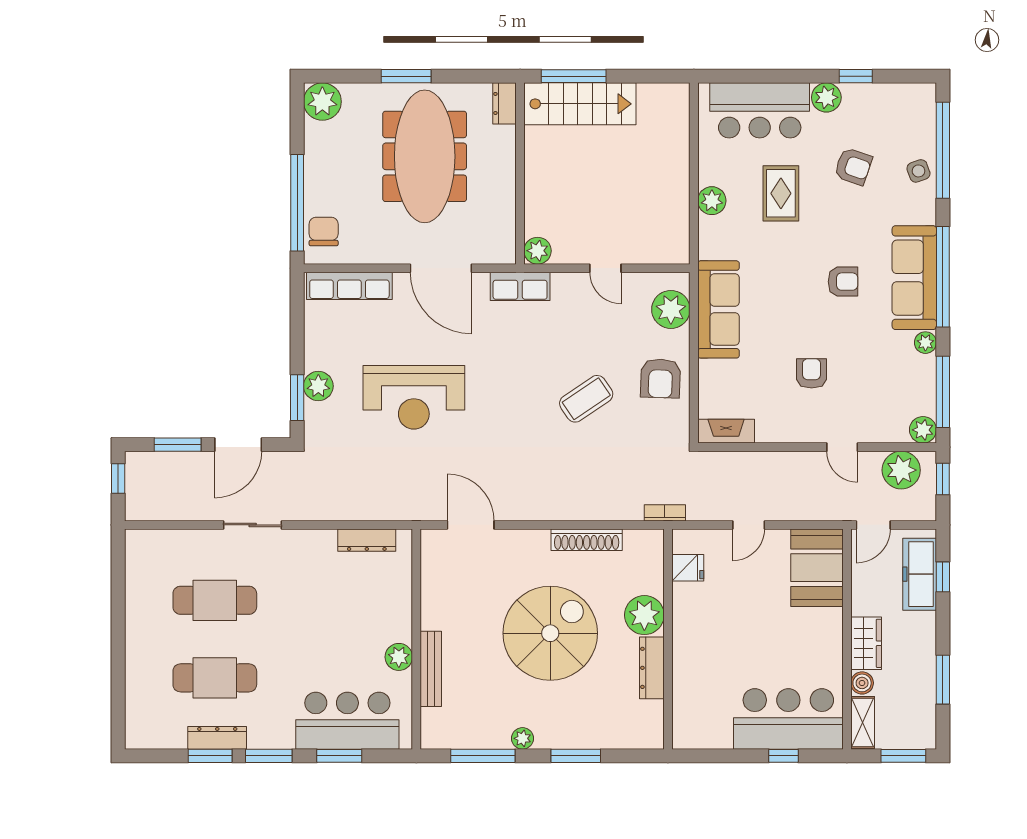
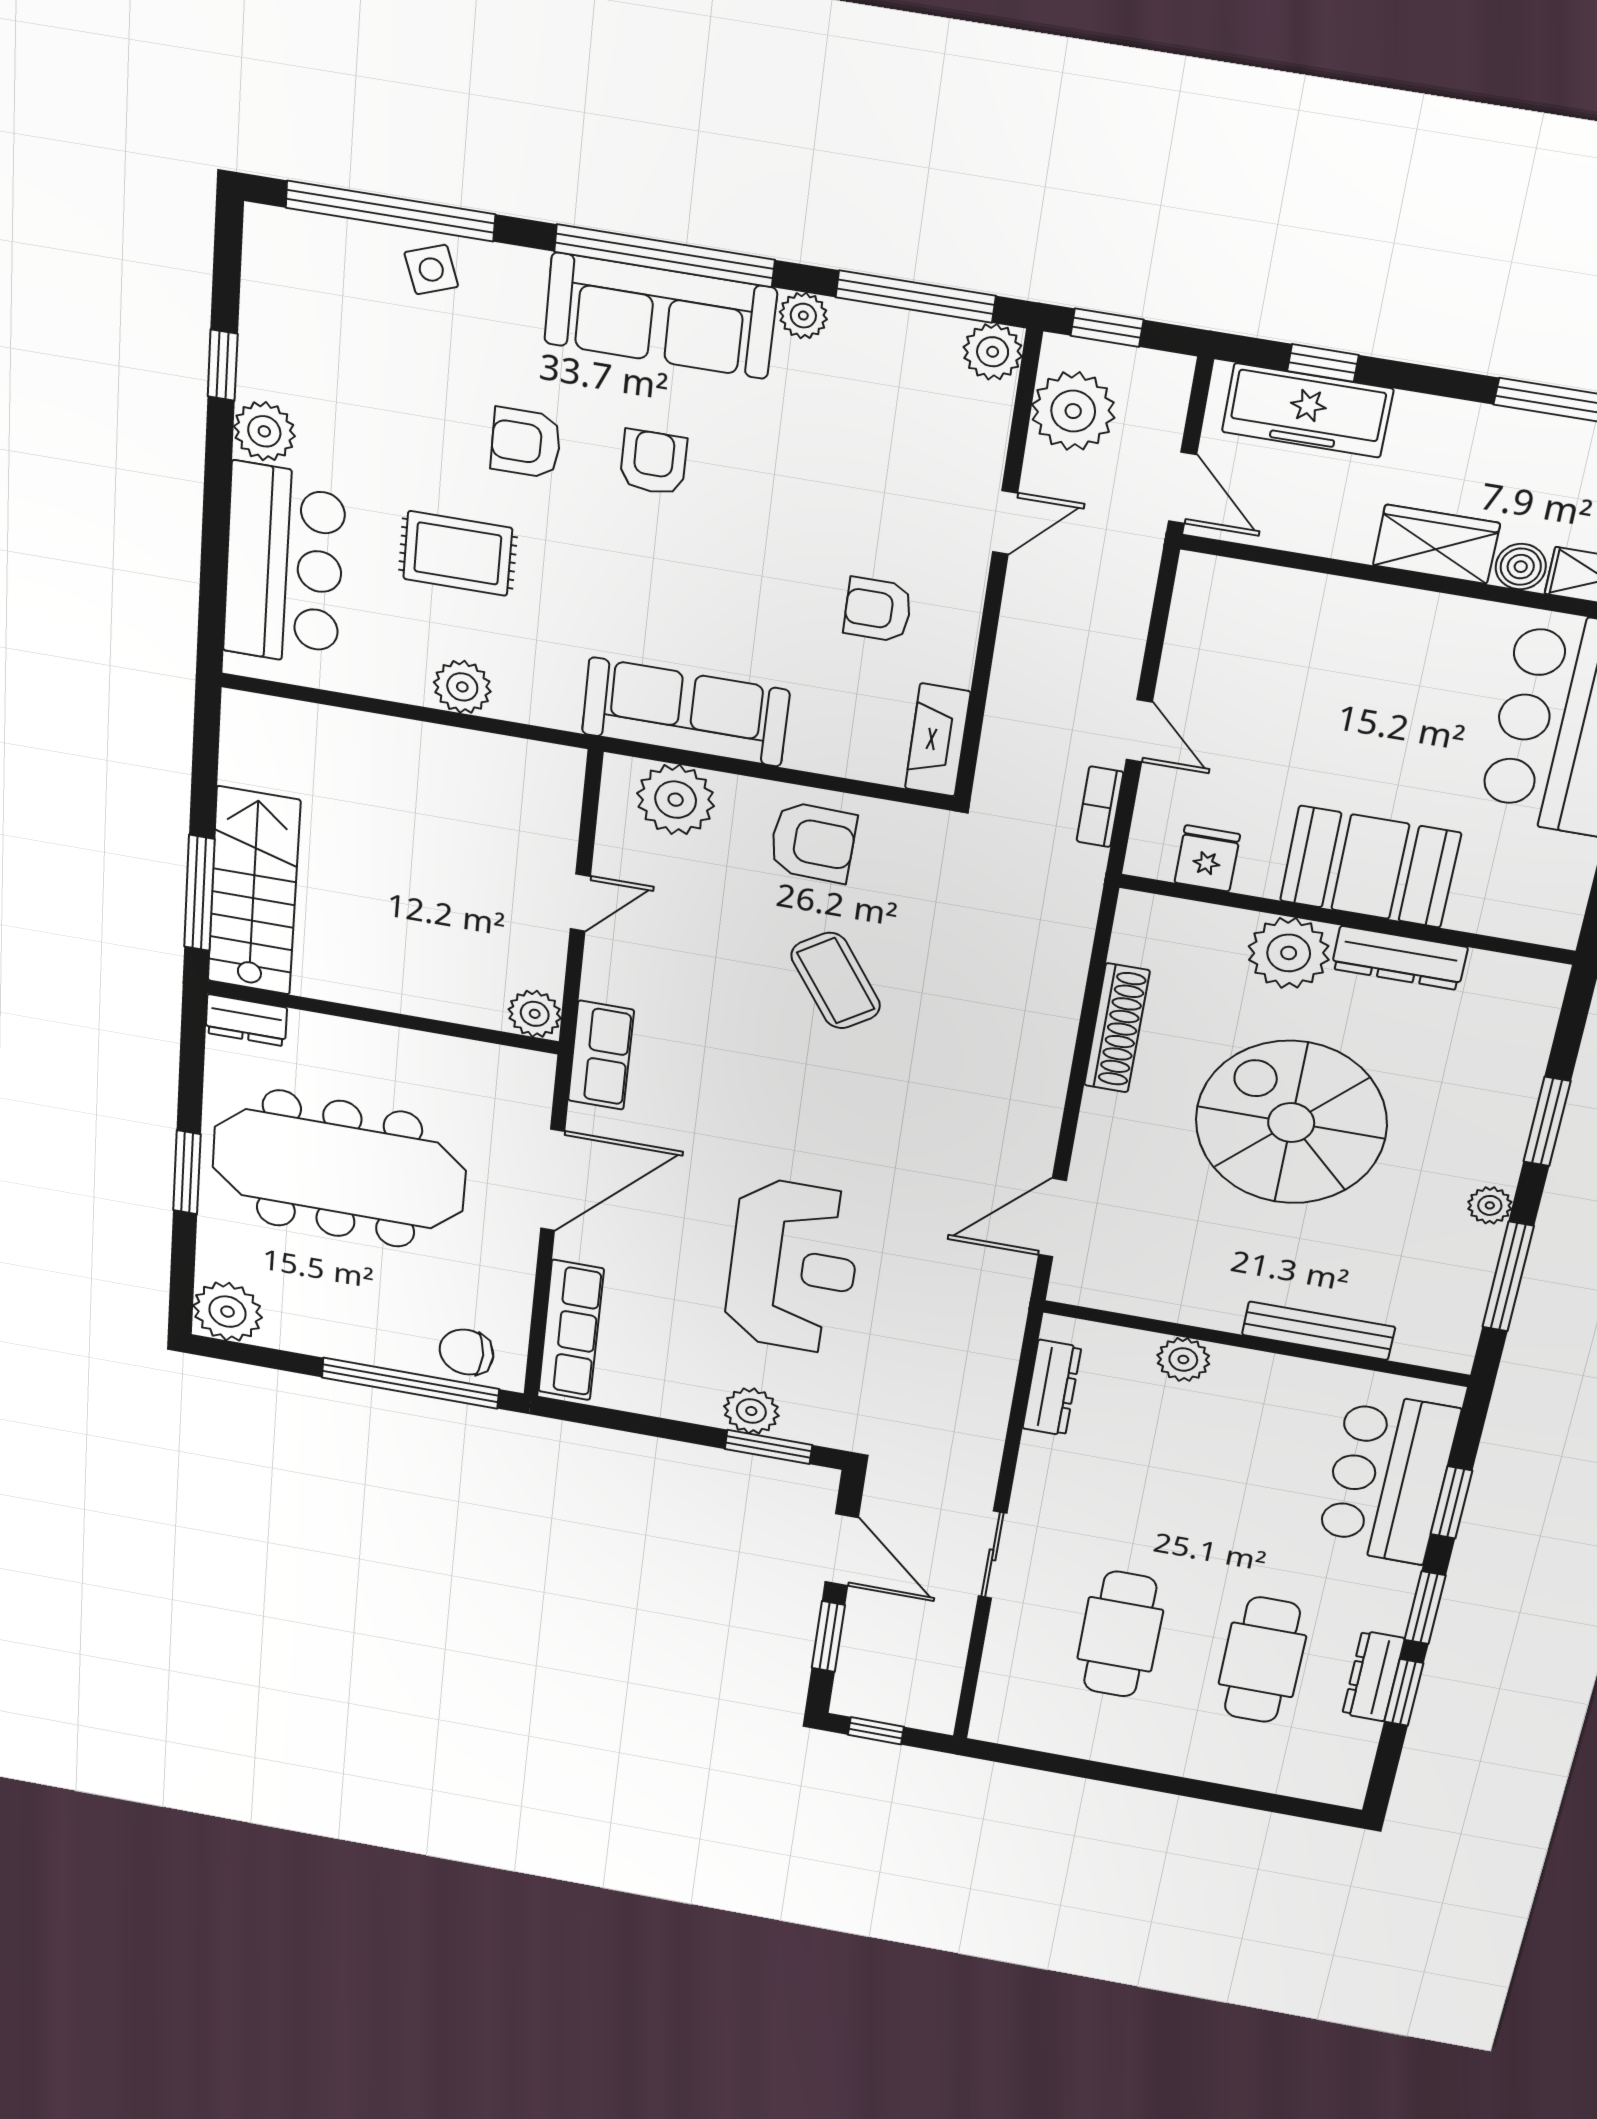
armchair: (853, 166) -> (526, 443), moved, turned -109
armchair: (812, 373) -> (878, 610), moved
bookcase: (665, 513) -> (1100, 807), moved
booth: (817, 568) -> (1370, 867), moved
plant: (399, 657) -> (1183, 1359), moved

